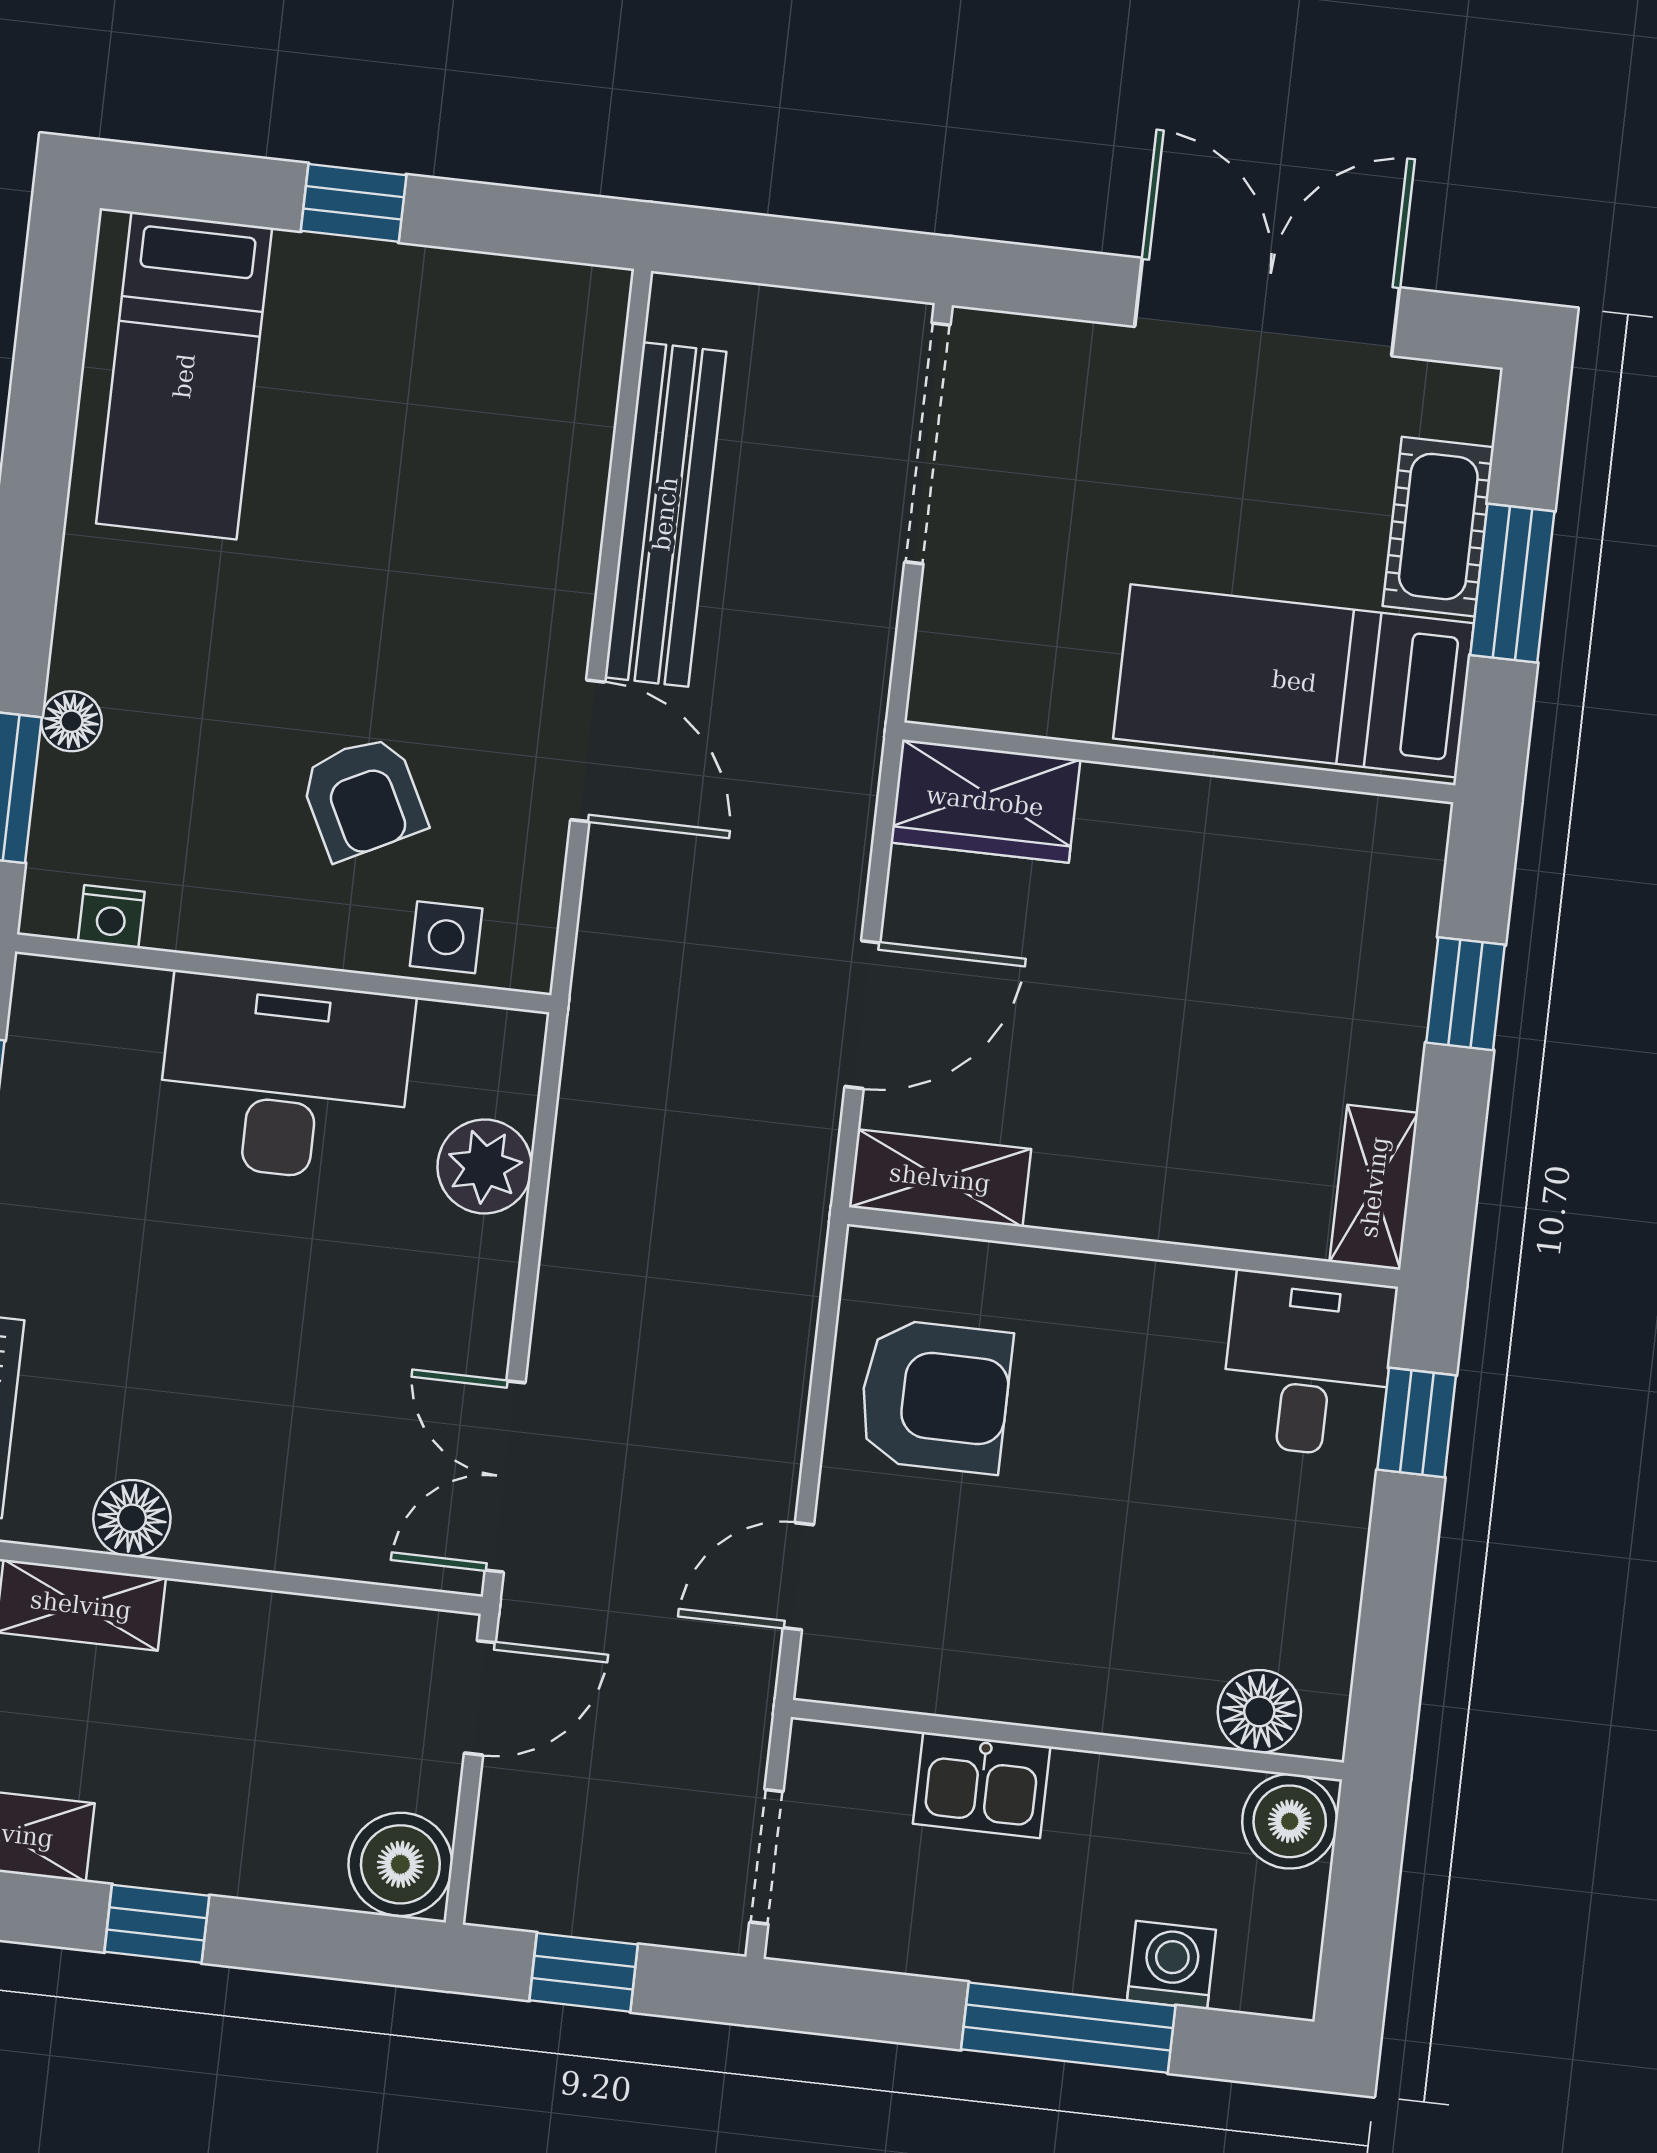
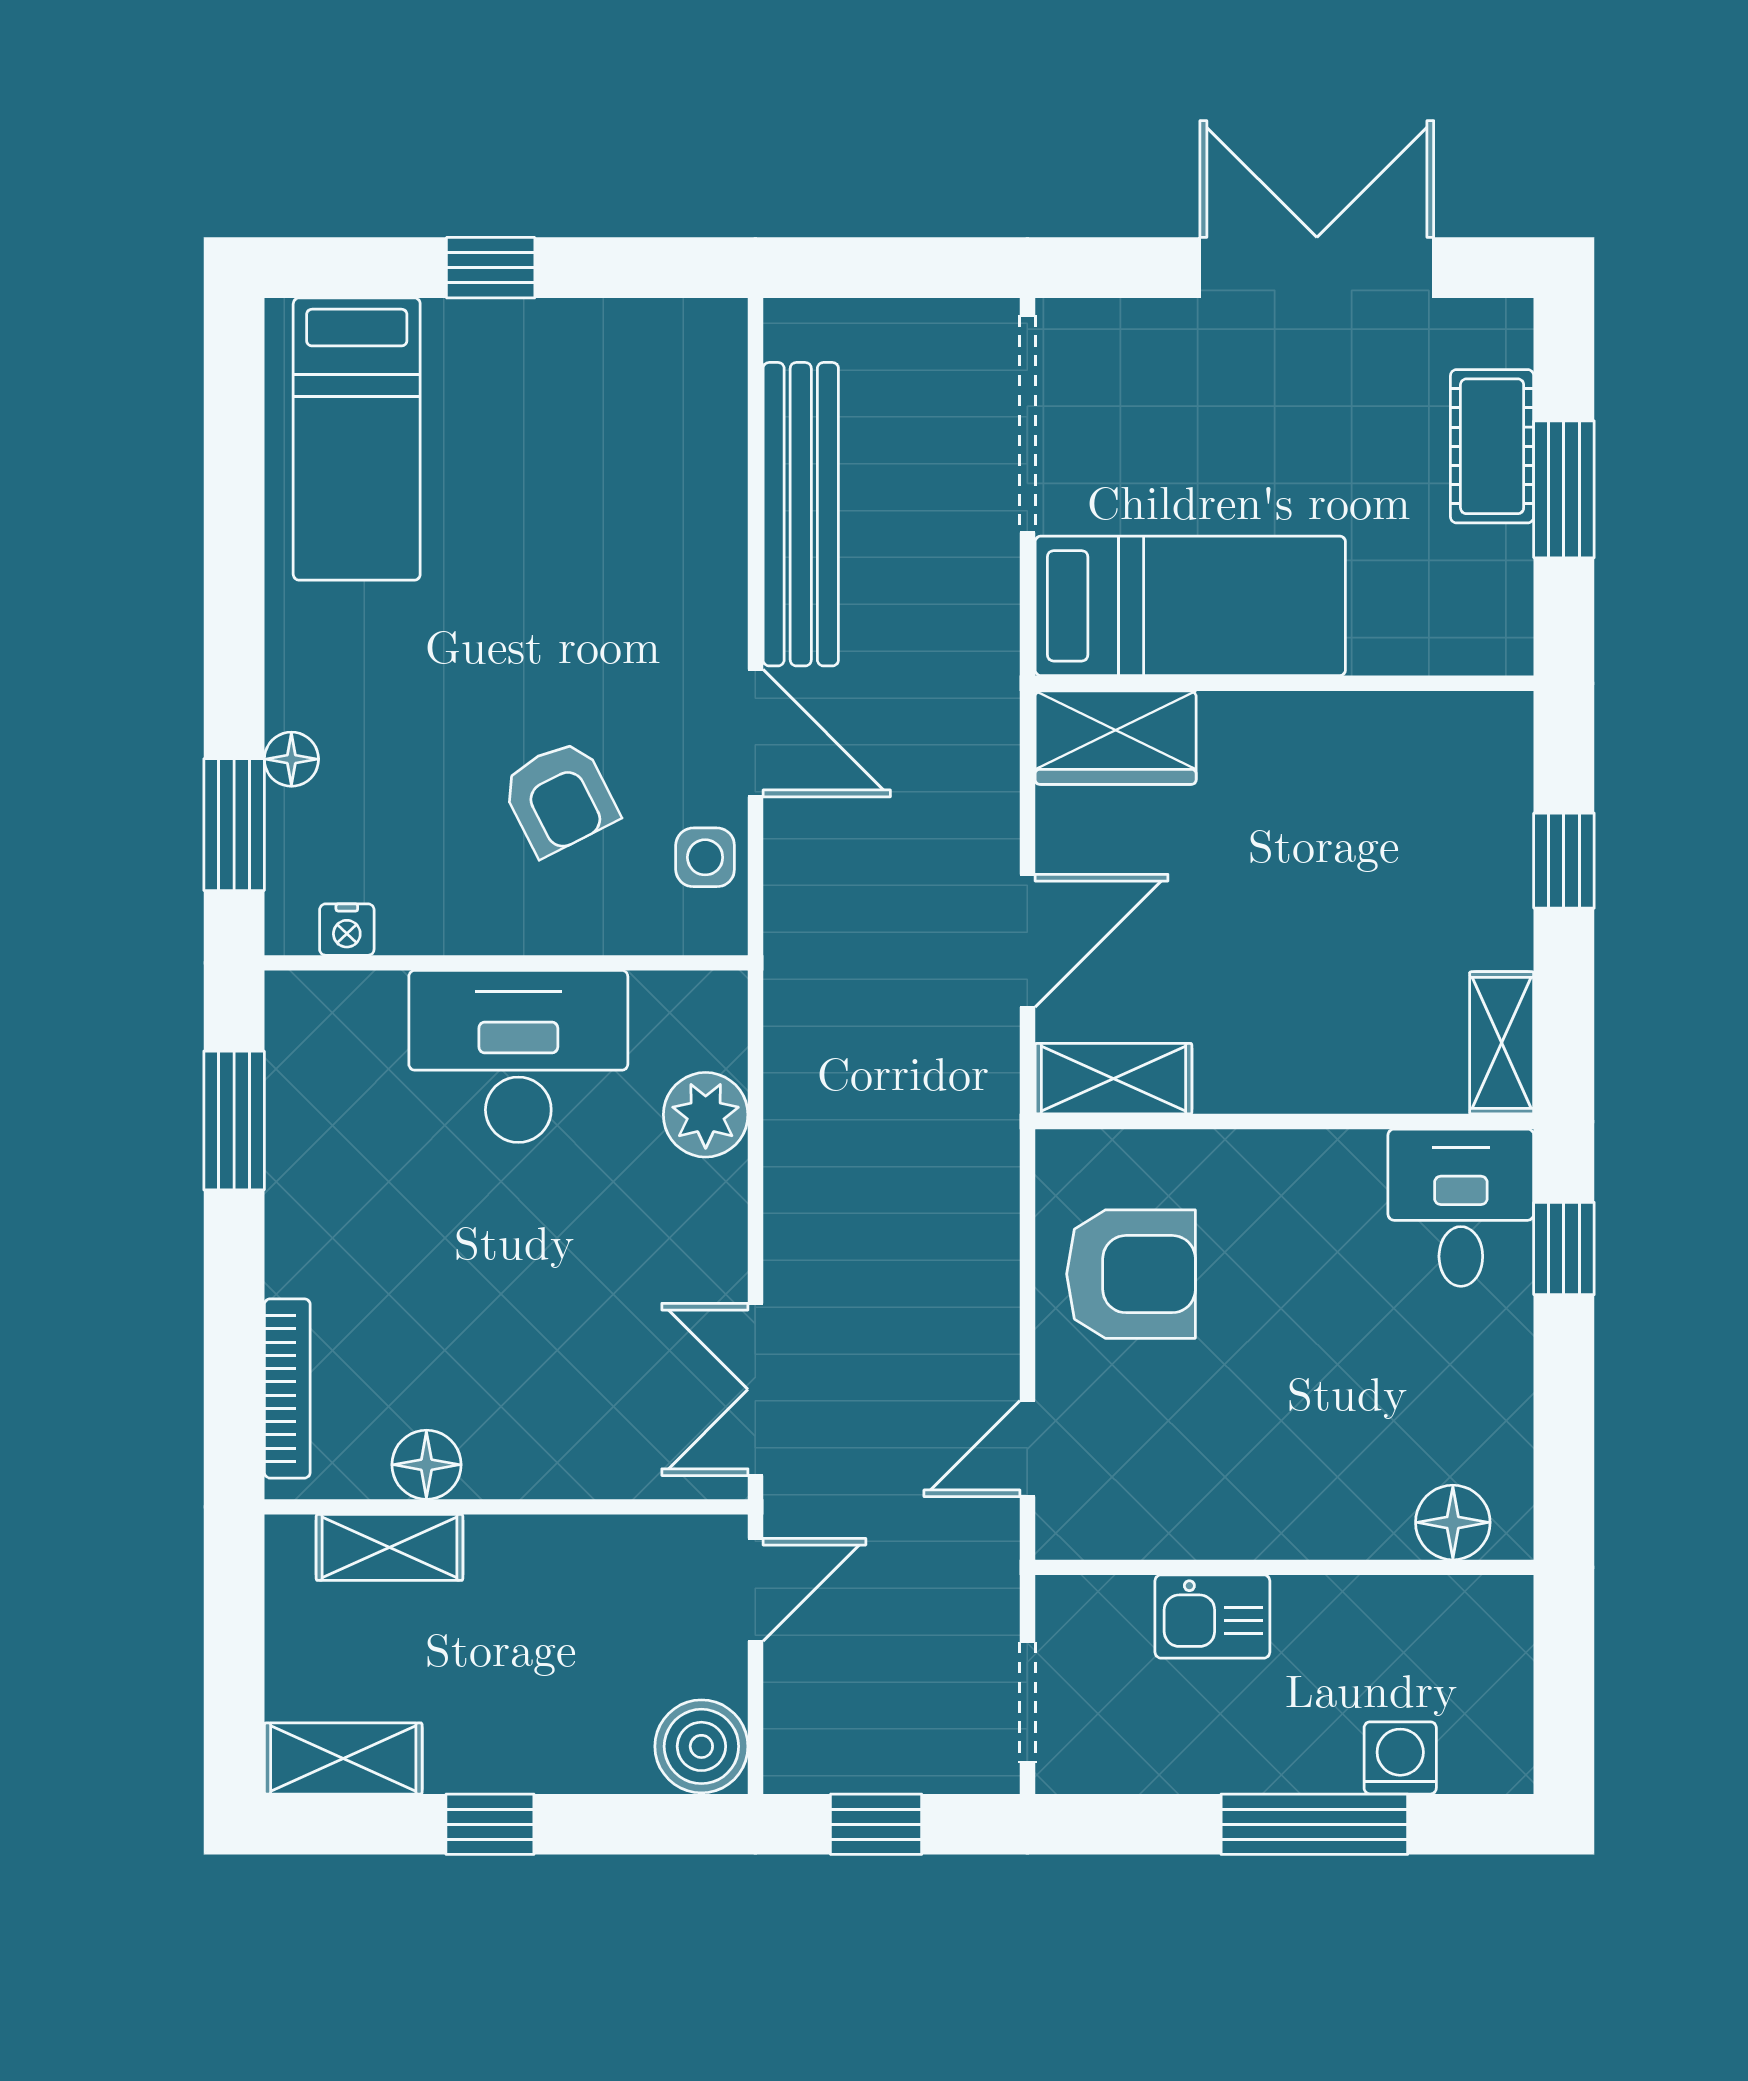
bed: (1294, 681) -> (1190, 606), moved, turned 180
side table: (446, 937) -> (705, 857), moved
boiler: (1290, 1821) -> (1491, 1618), removed

